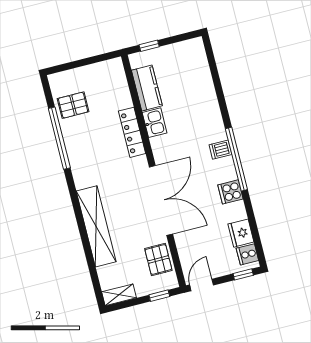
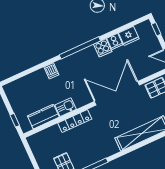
dishwasher: (220, 150) -> (51, 71), moved
cooker: (247, 254) -> (115, 41), moved

